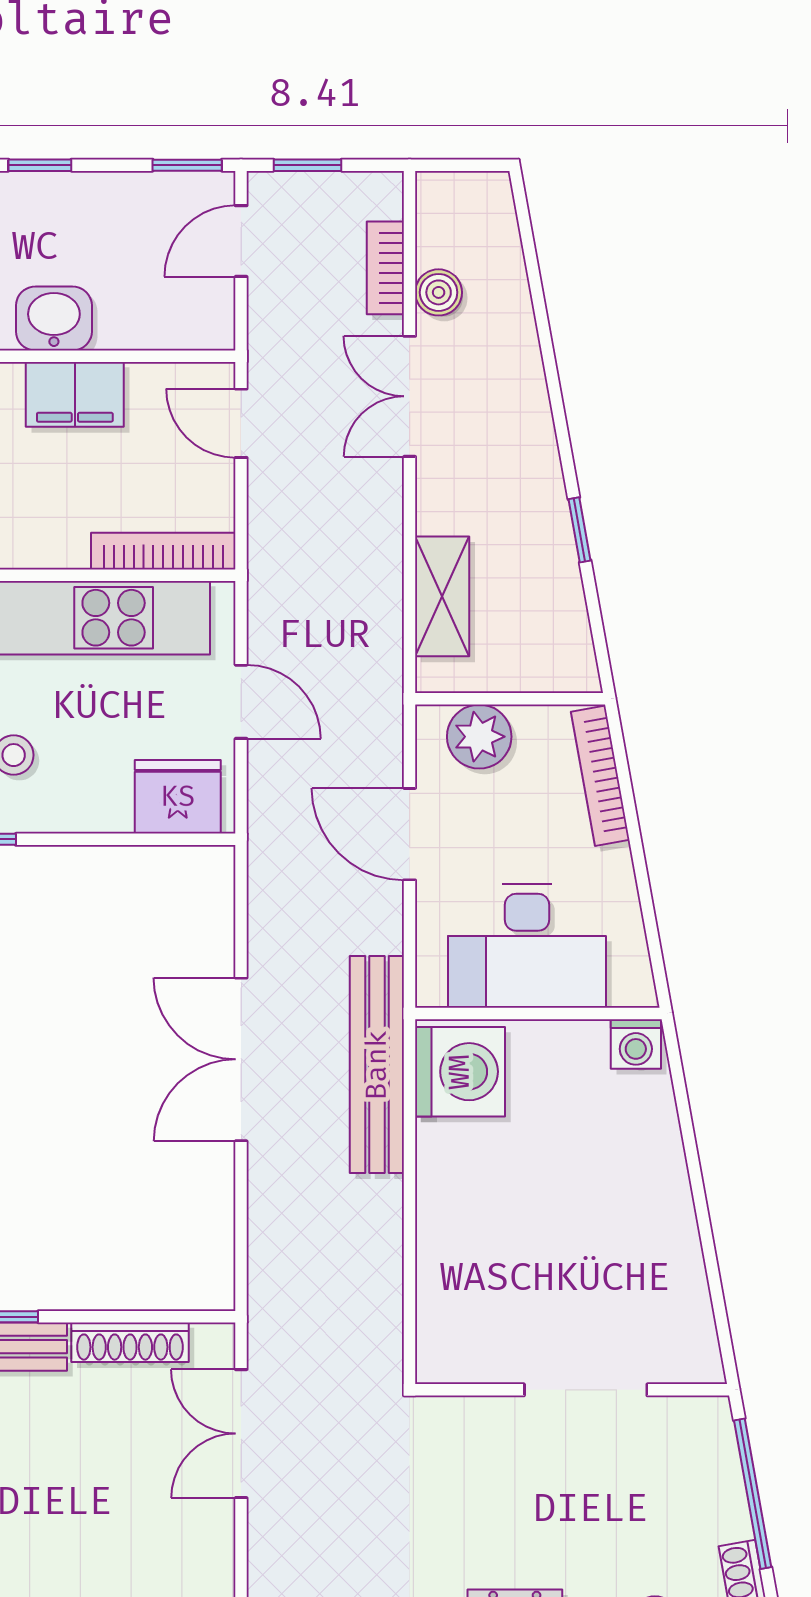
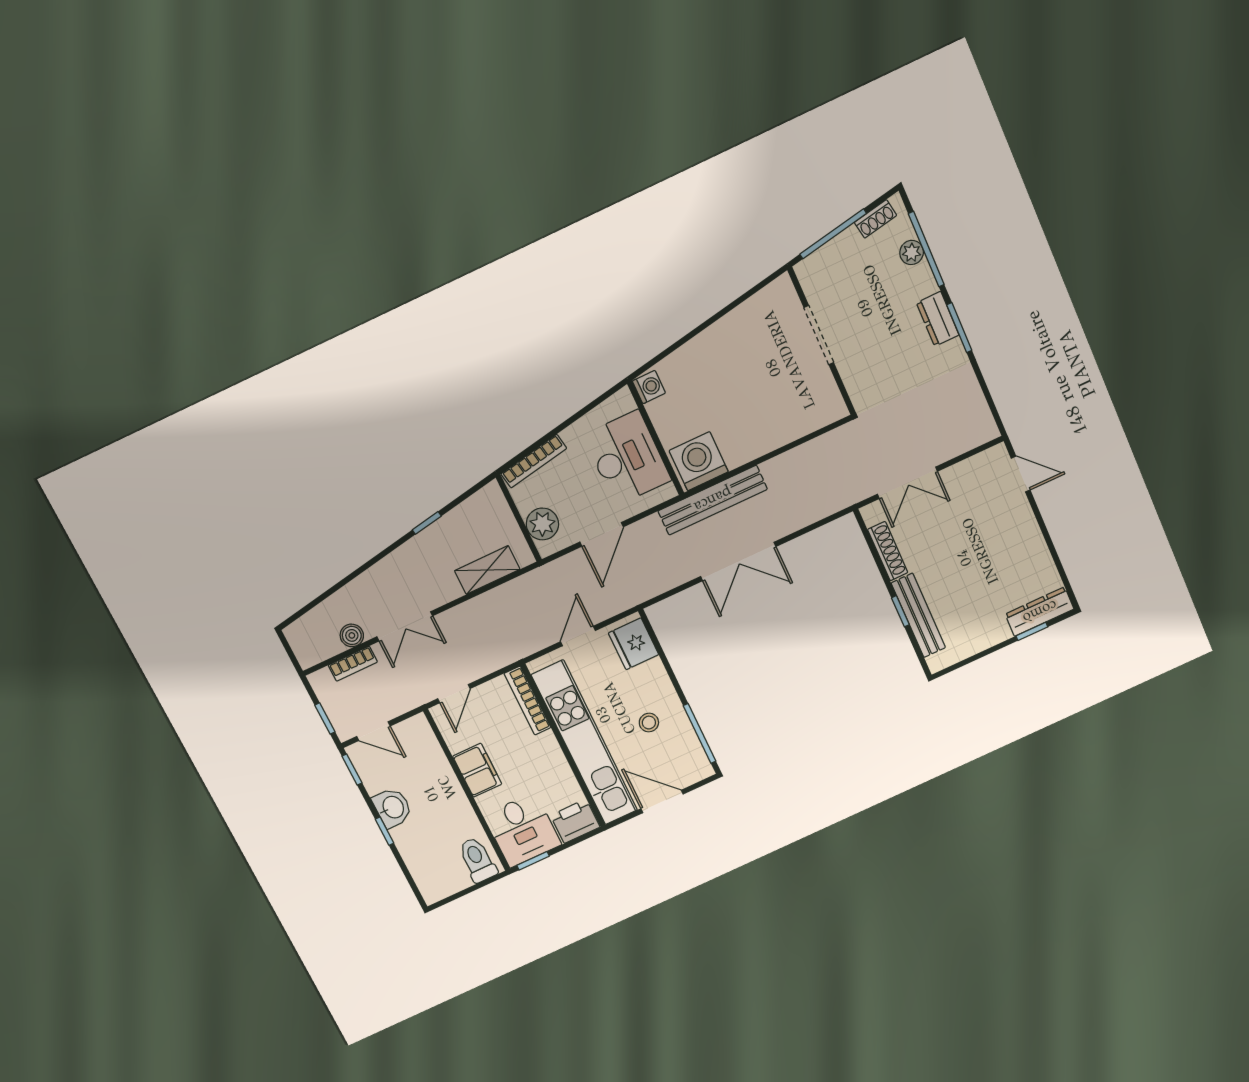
washbasin: (54, 319) -> (392, 808), moved, turned 180

